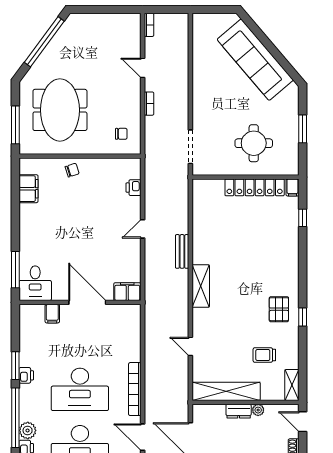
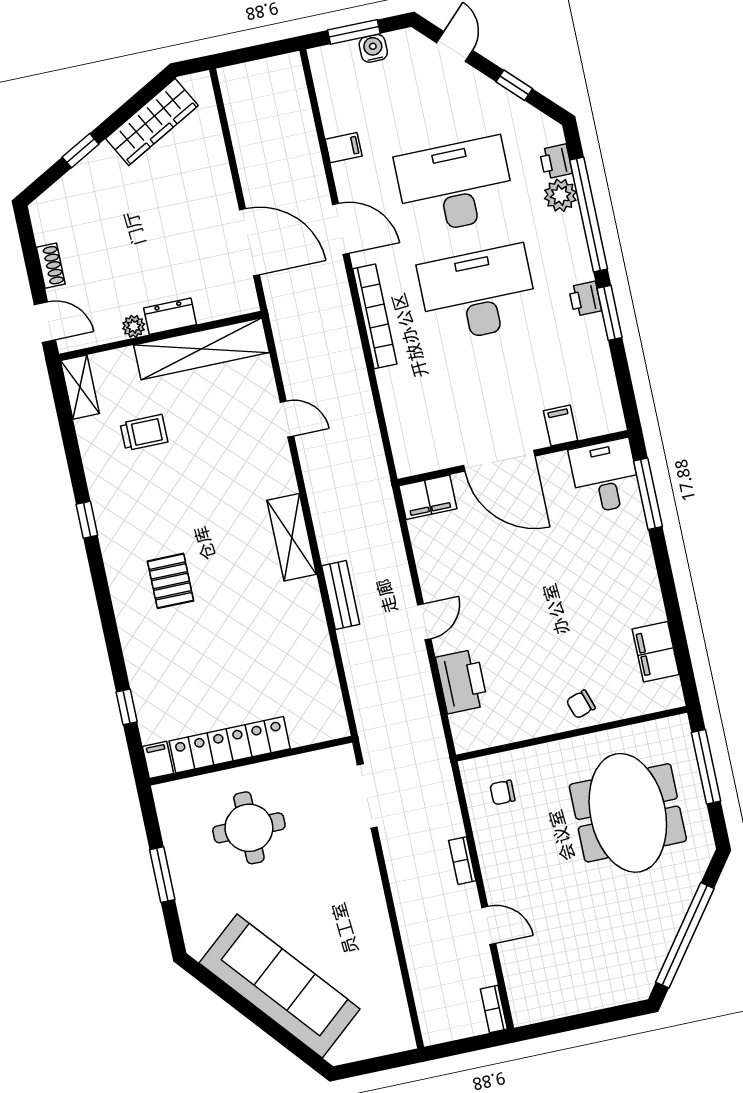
printer: (133, 188) -> (462, 681), width x1.87, depth x1.48
pallet: (279, 309) -> (171, 581), moved

